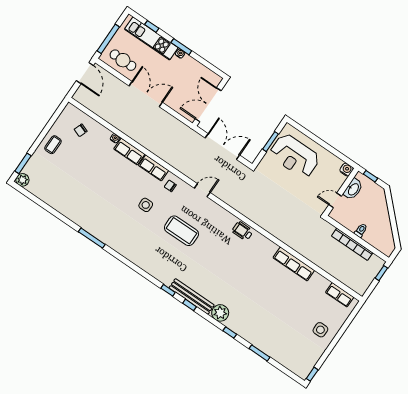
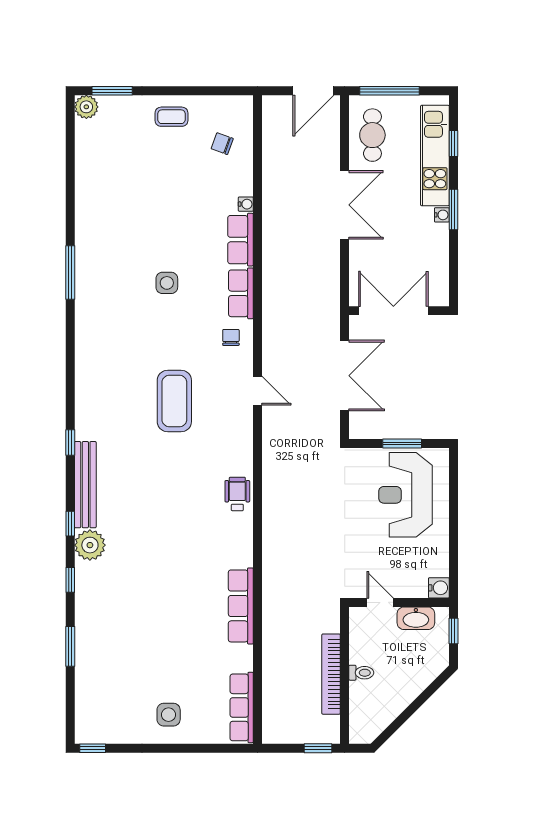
side table: (146, 205) -> (167, 283), moved
row of seats: (340, 295) -> (242, 707), width x1.48
window: (189, 305) -> (70, 524), moved

